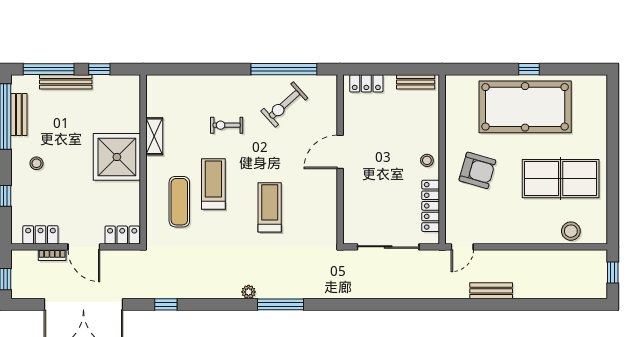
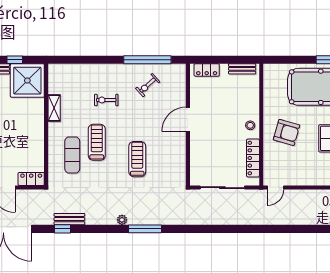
exercise bike: (284, 104) -> (148, 85), width x0.73, depth x0.72
shower: (117, 157) -> (27, 81), moved
bench: (491, 291) -> (69, 219), moved

